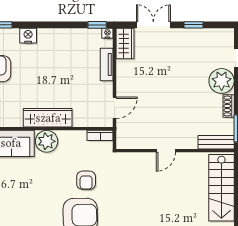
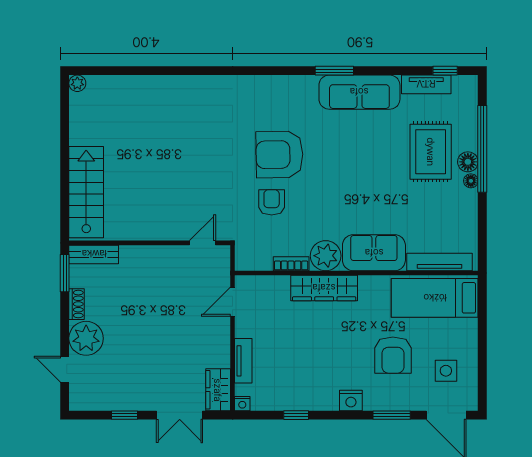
window: (97, 25) -> (296, 415), moved
bookcase: (100, 135) -> (291, 264), moved
door: (166, 151) -> (202, 243), moved

